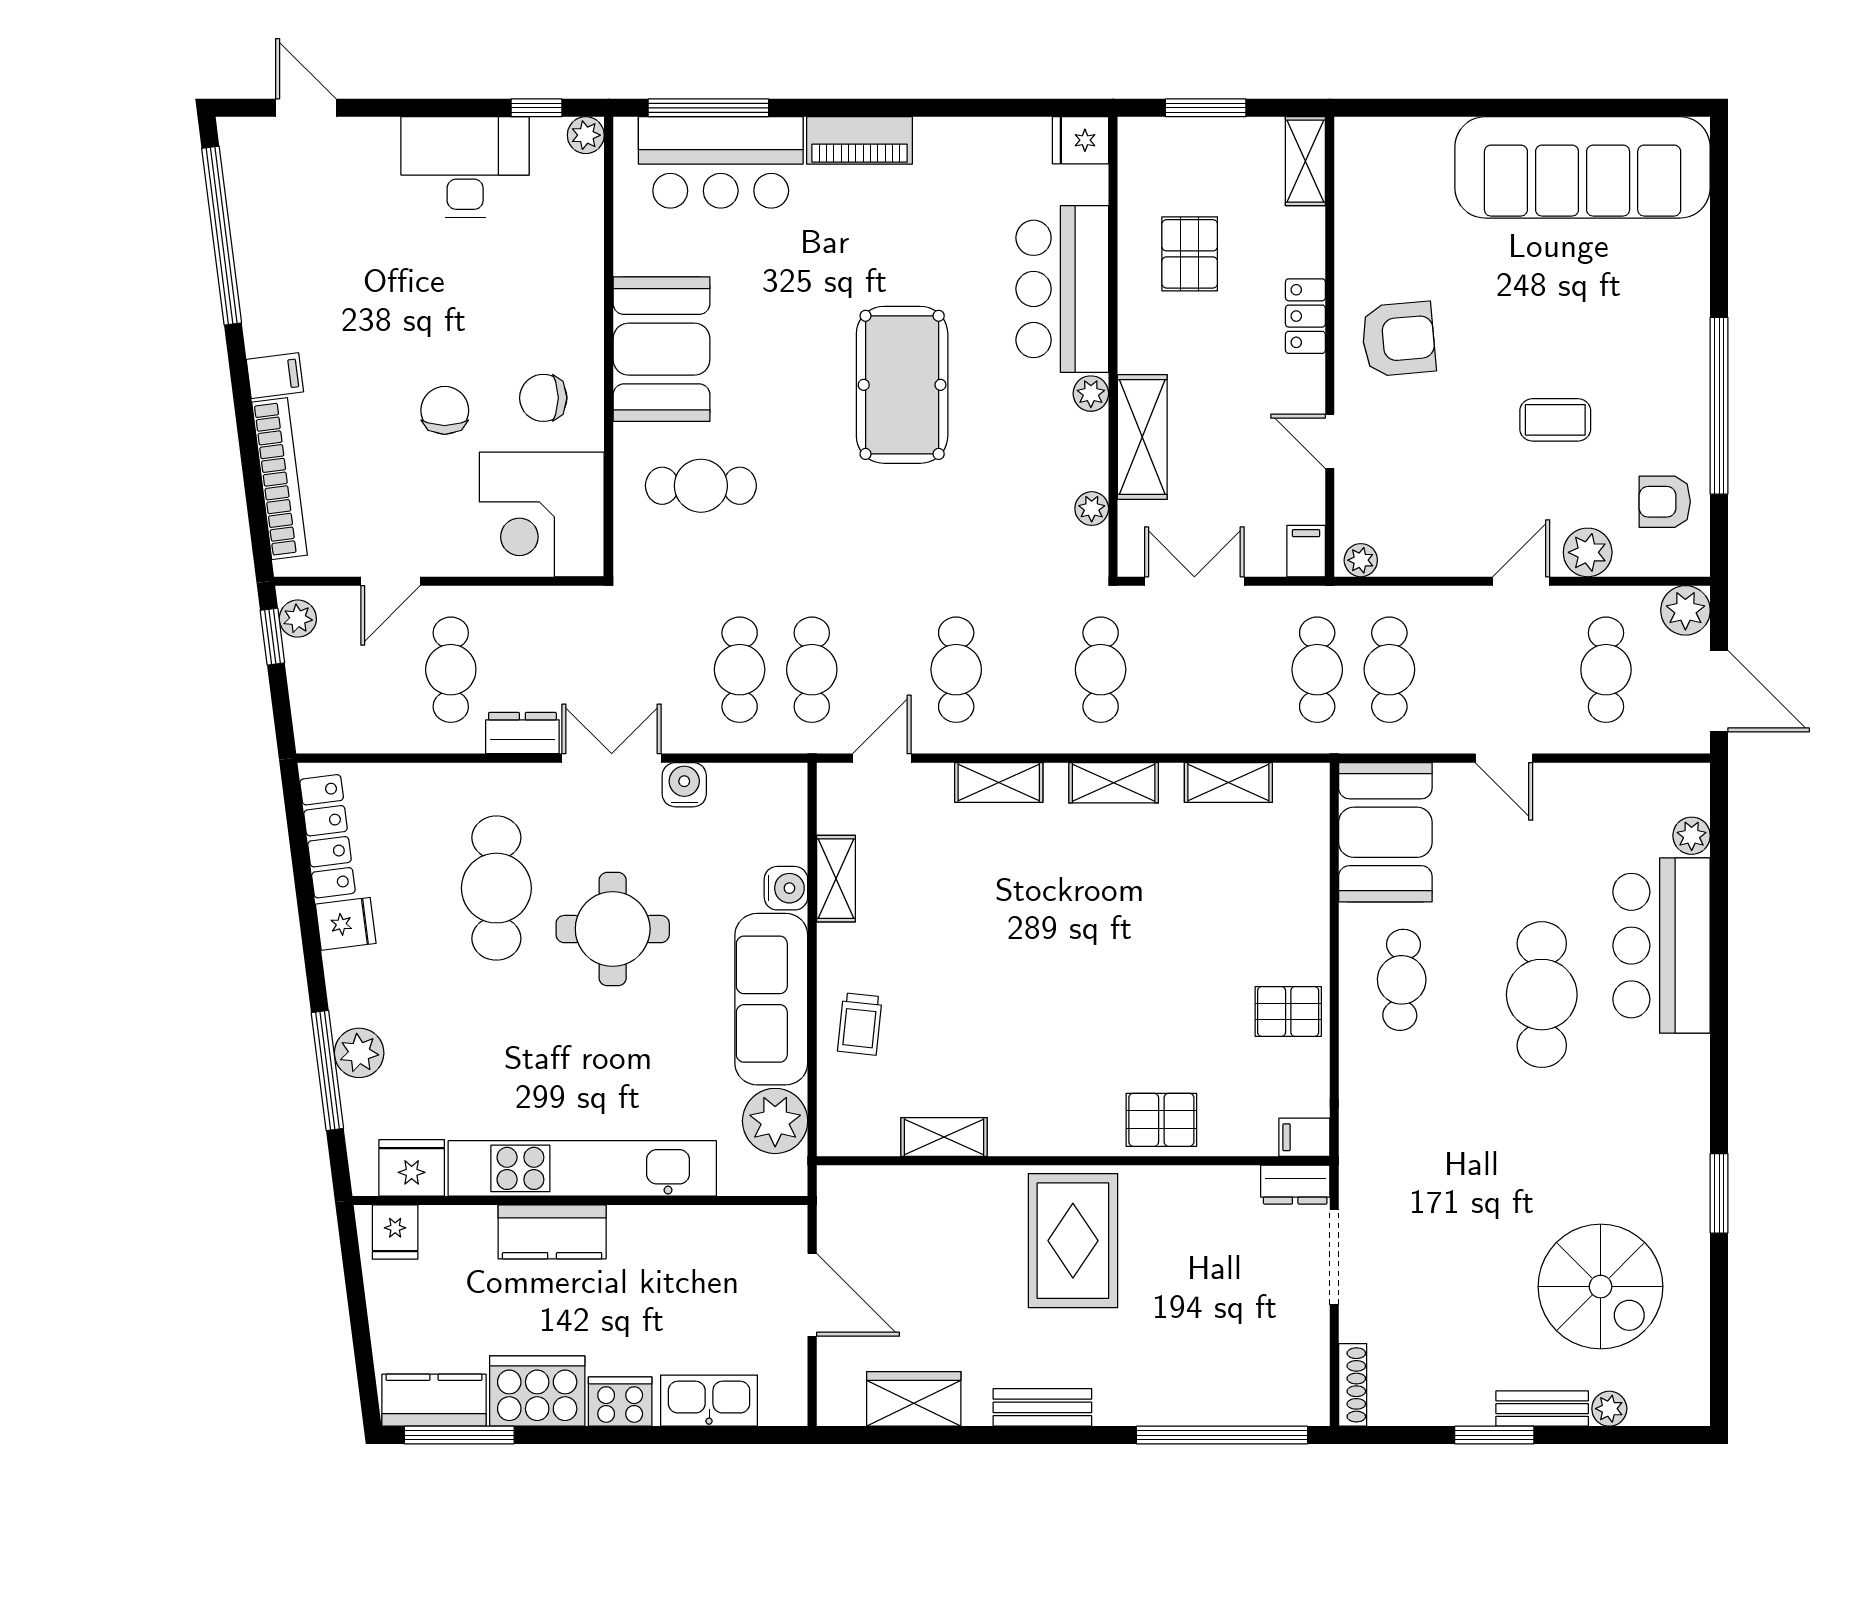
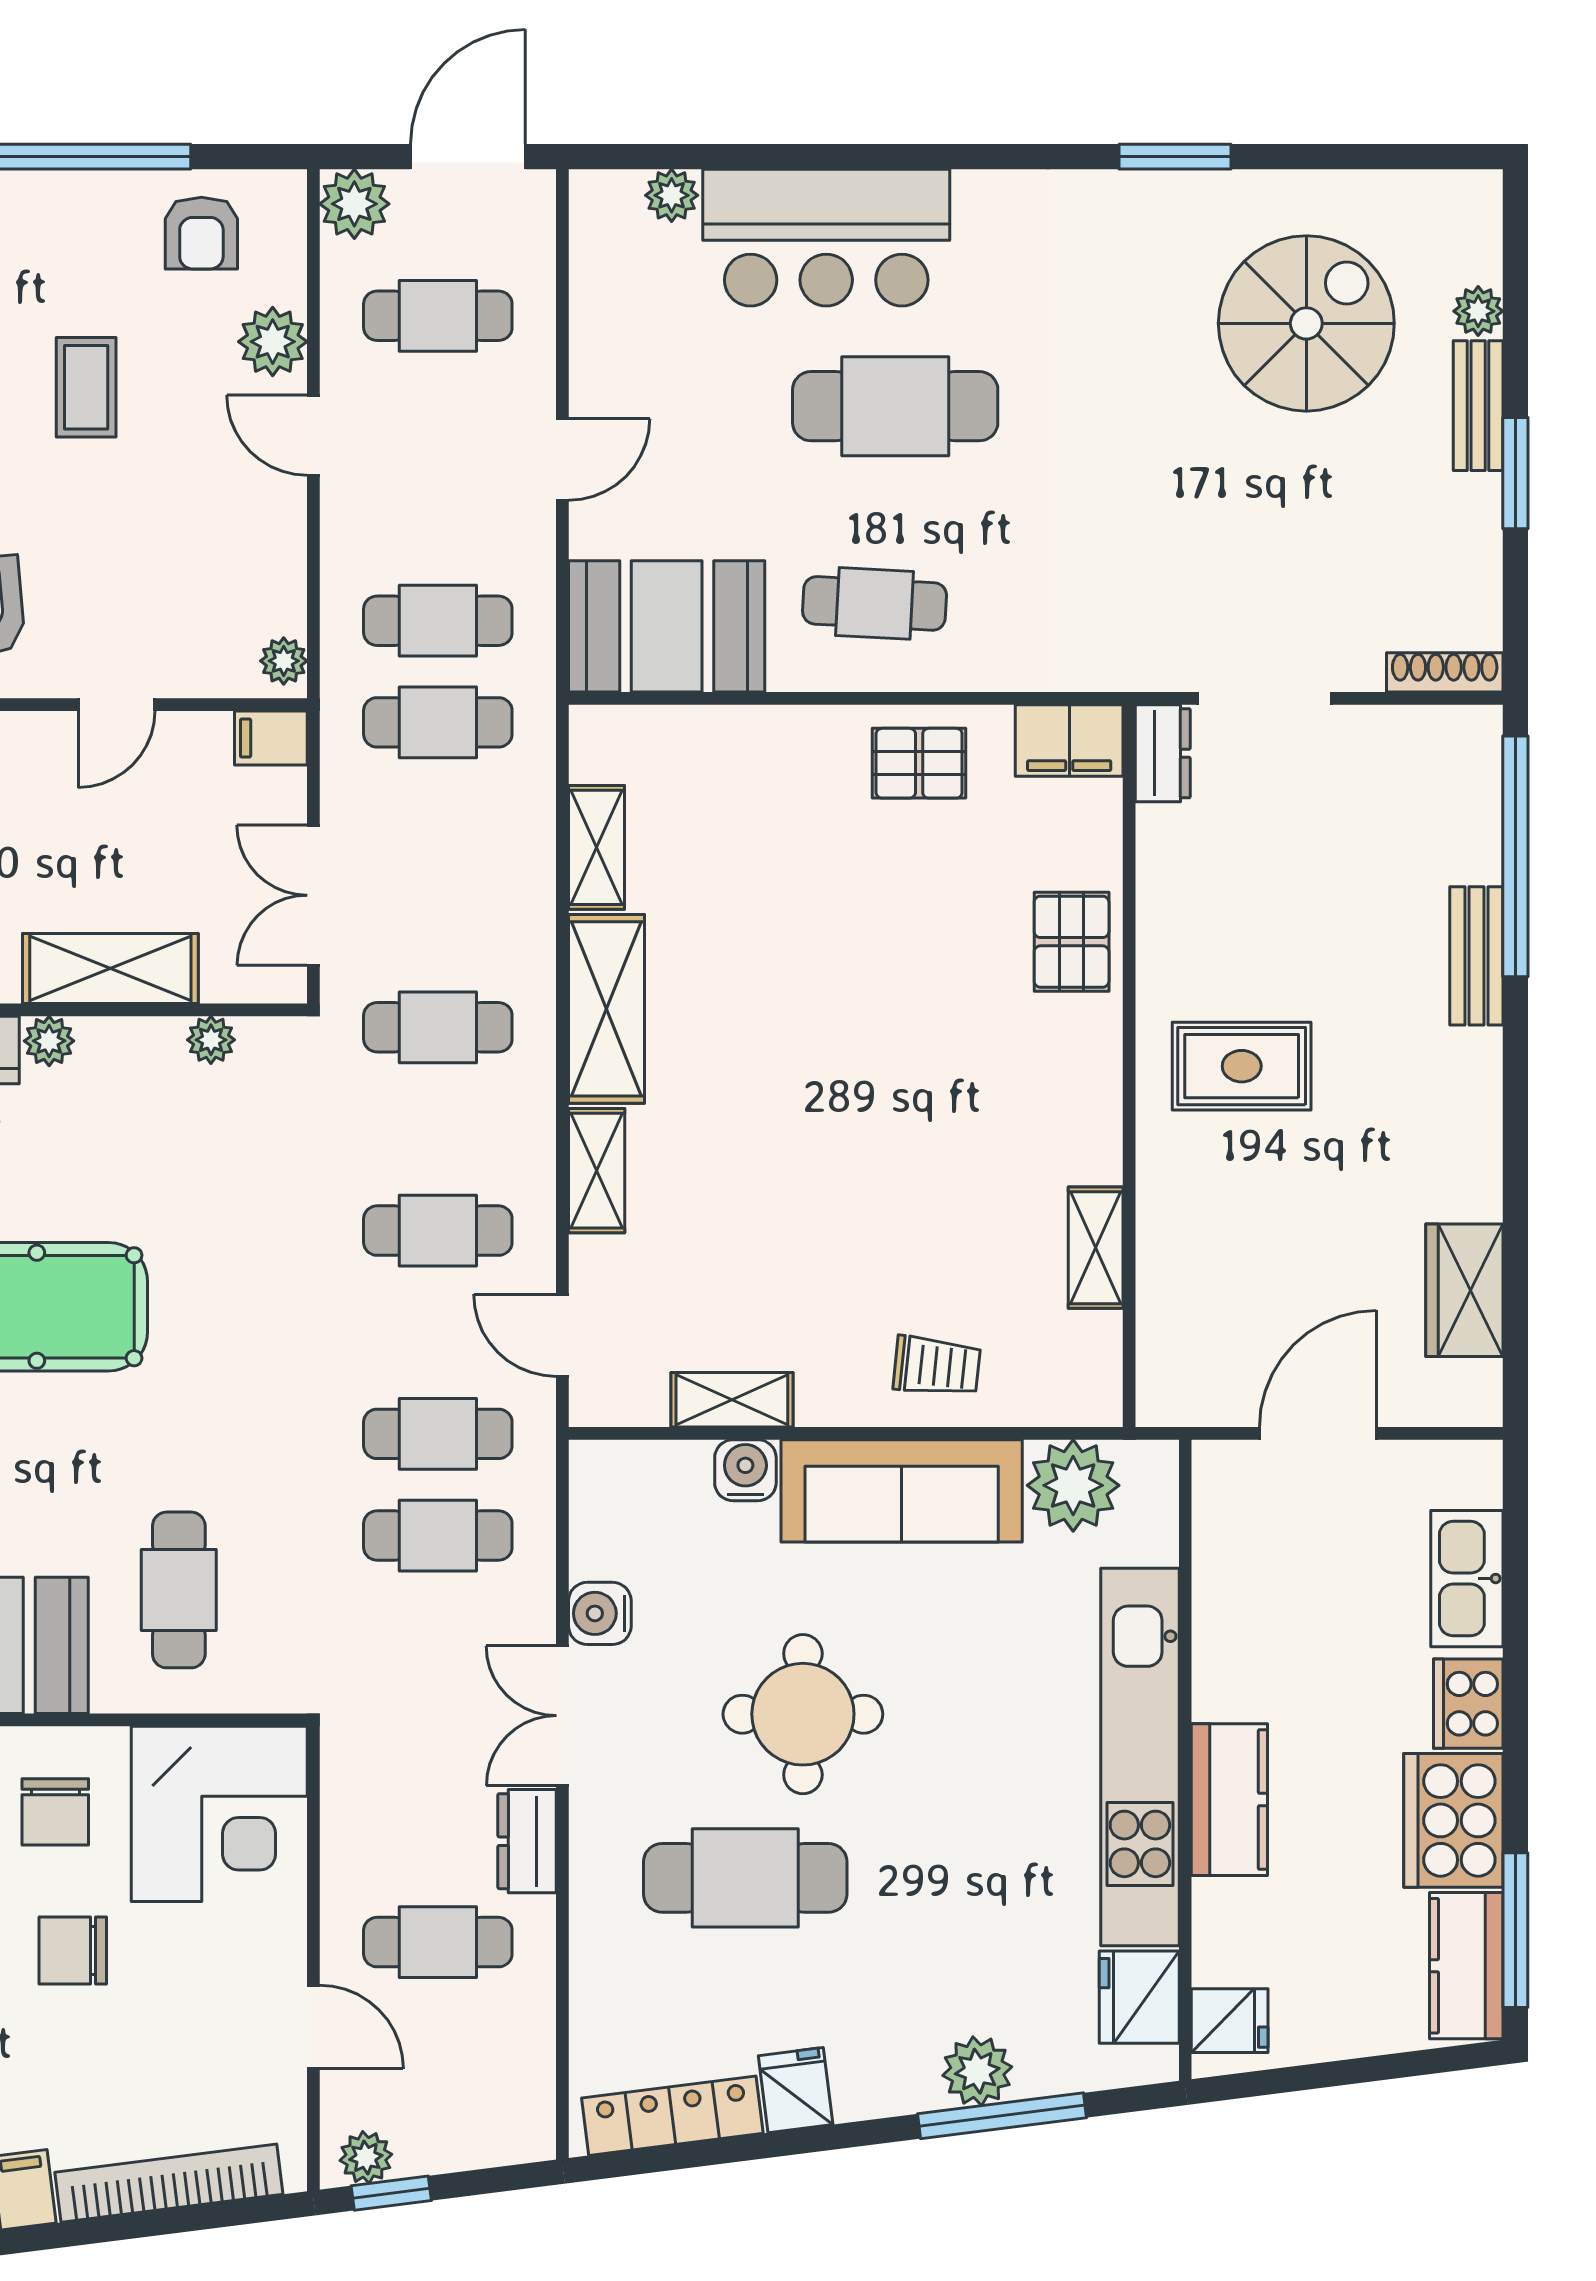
shelving: (1114, 783) -> (606, 1009), width x1.50, depth x1.33
pallet: (1288, 1012) -> (919, 763), turned 90
filing cabinet: (1304, 1137) -> (1069, 740), width x2.00
rug: (1073, 1241) -> (1242, 1066), width x0.73, depth x0.70
bench: (1042, 1407) -> (1476, 956), moved

